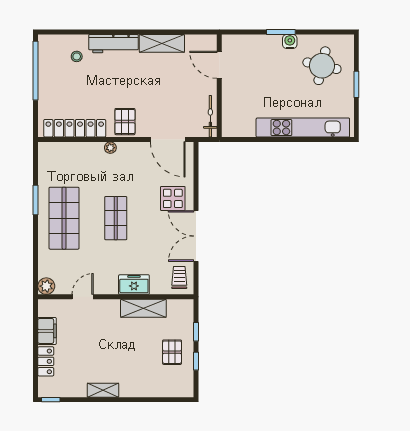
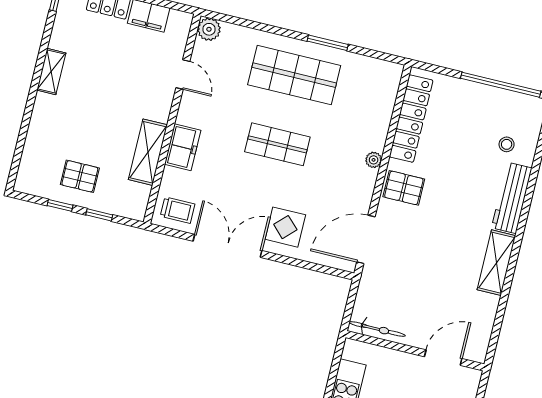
door: (219, 65) -> (443, 358), moved
wall: (219, 86) -> (415, 351), moved
bicycle: (210, 116) -> (377, 329), moved

